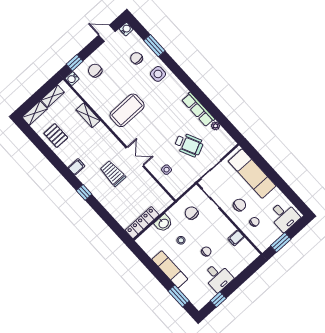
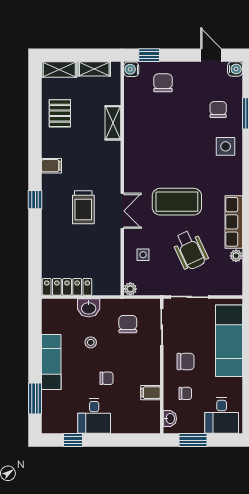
coffee table: (127, 110) -> (177, 202), moved
trolley: (113, 173) -> (83, 207), turned 180
plant: (176, 194) -> (130, 289), added
washbasin: (258, 242) -> (170, 419), added

